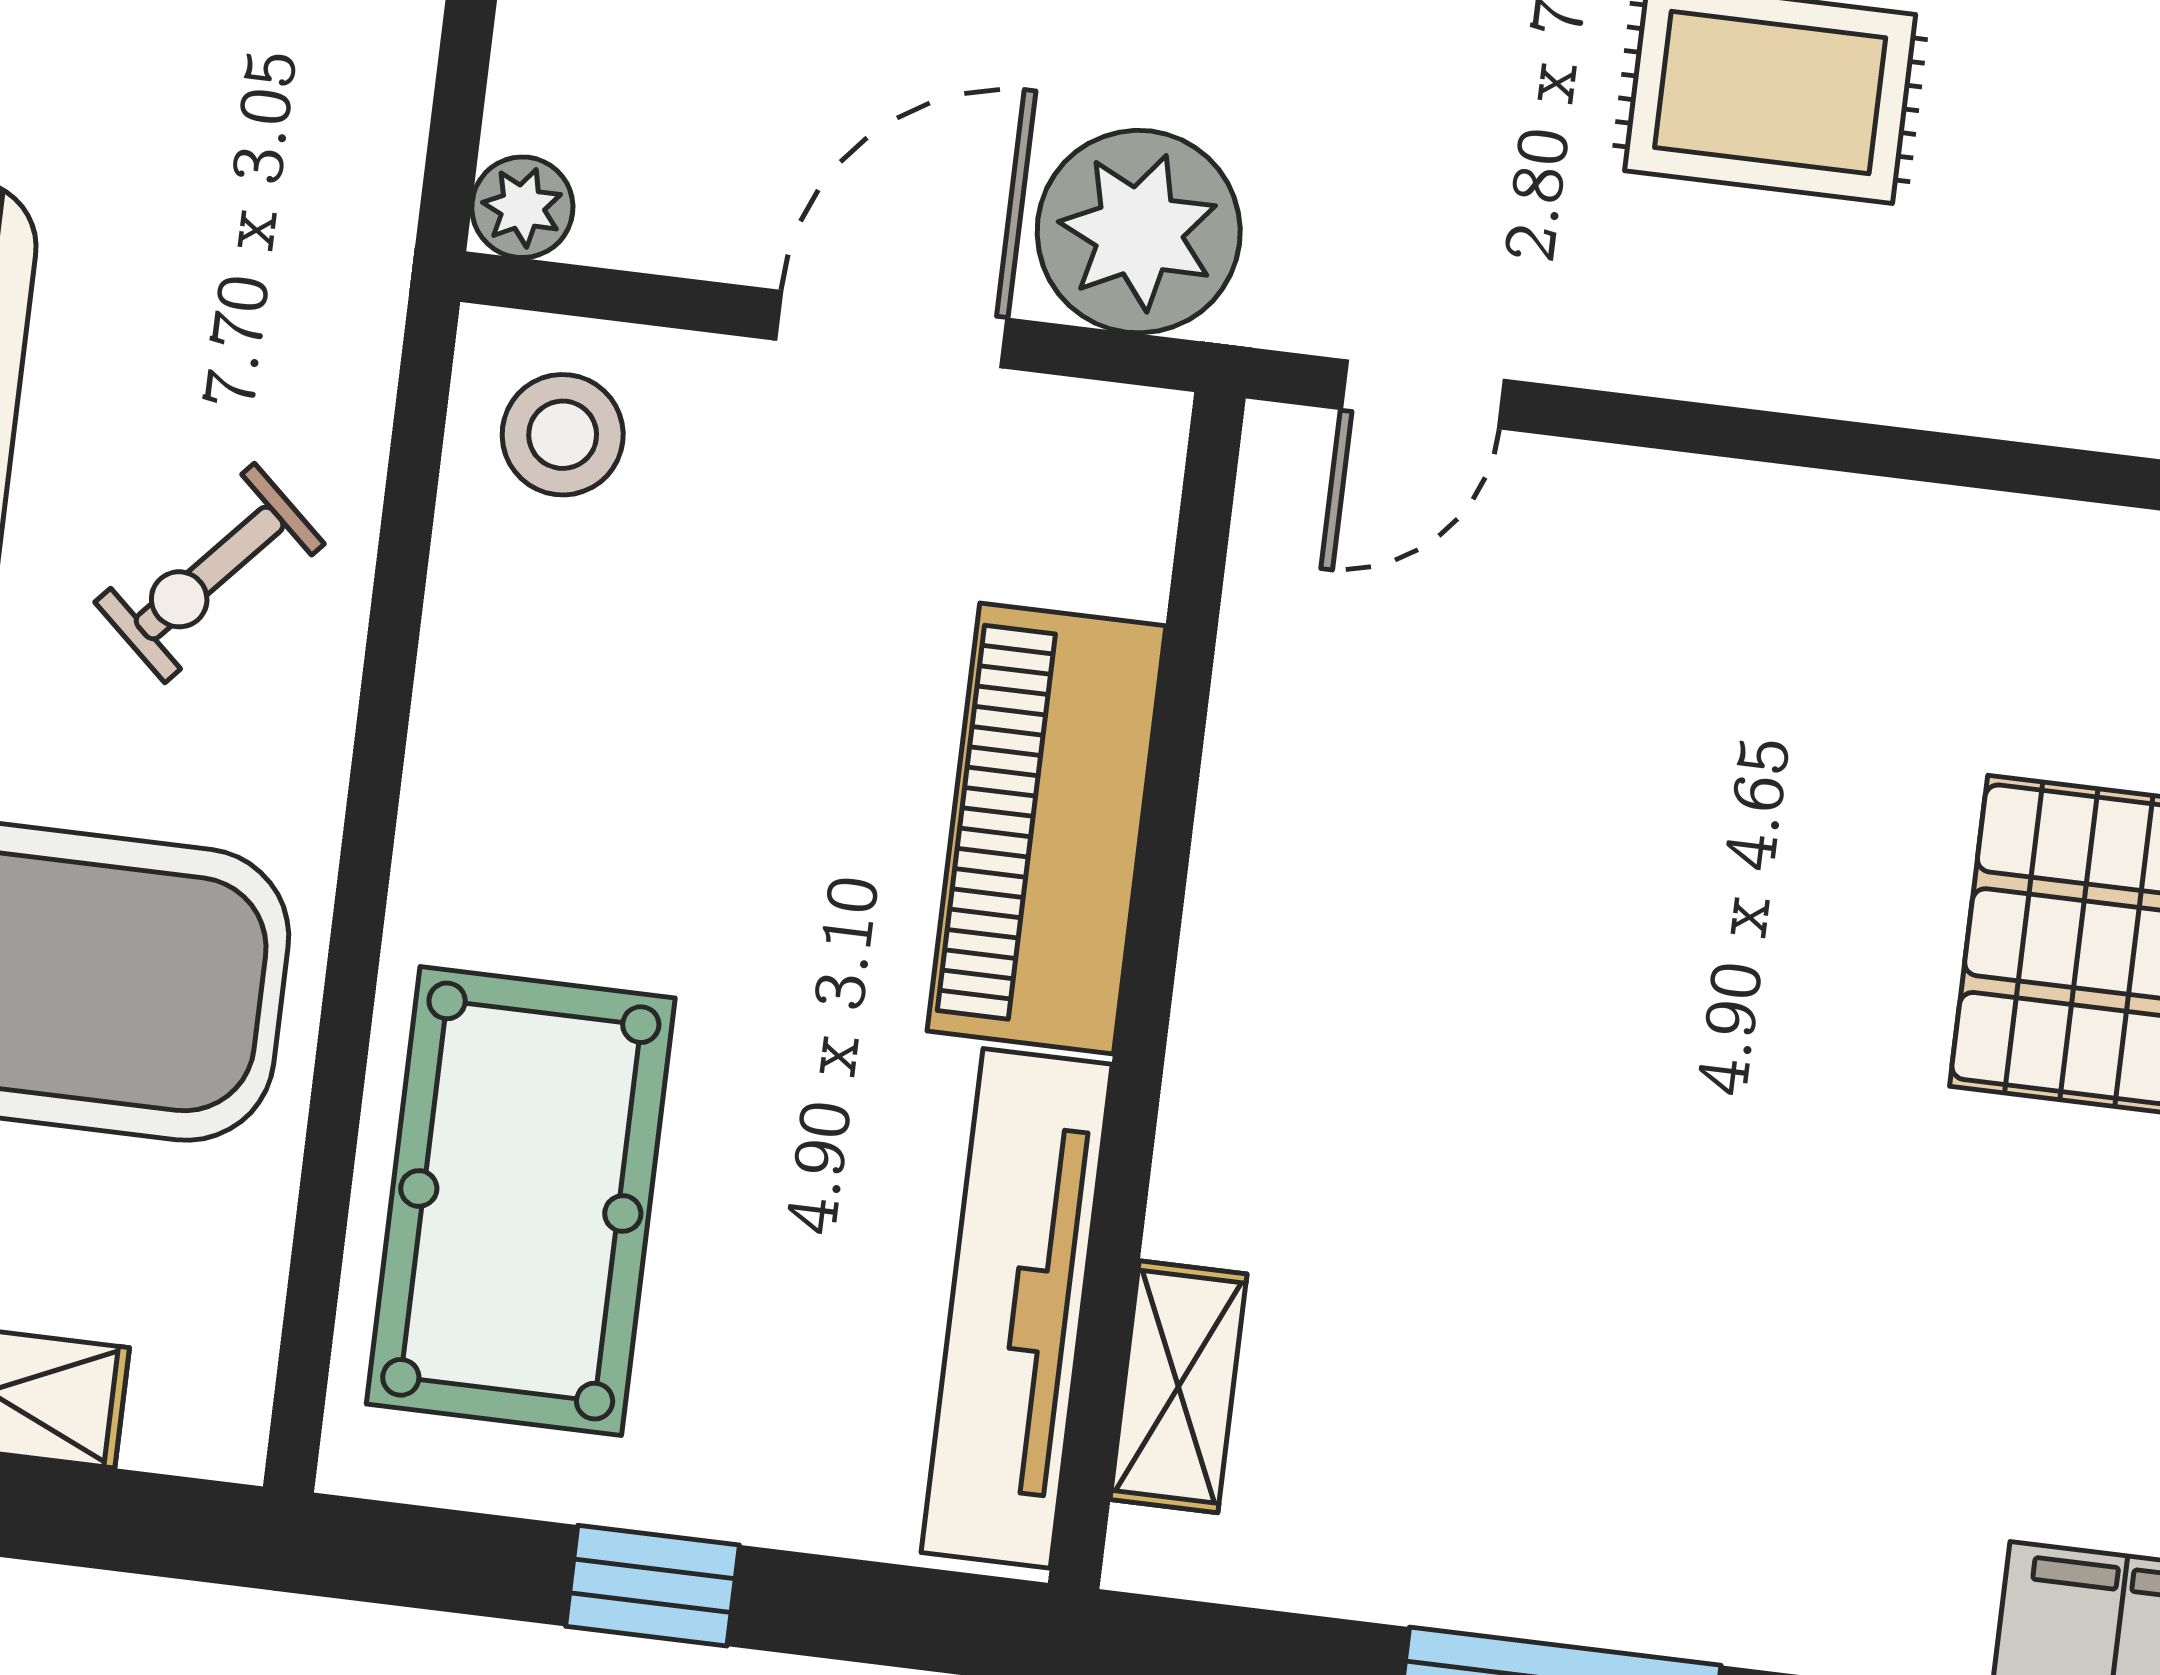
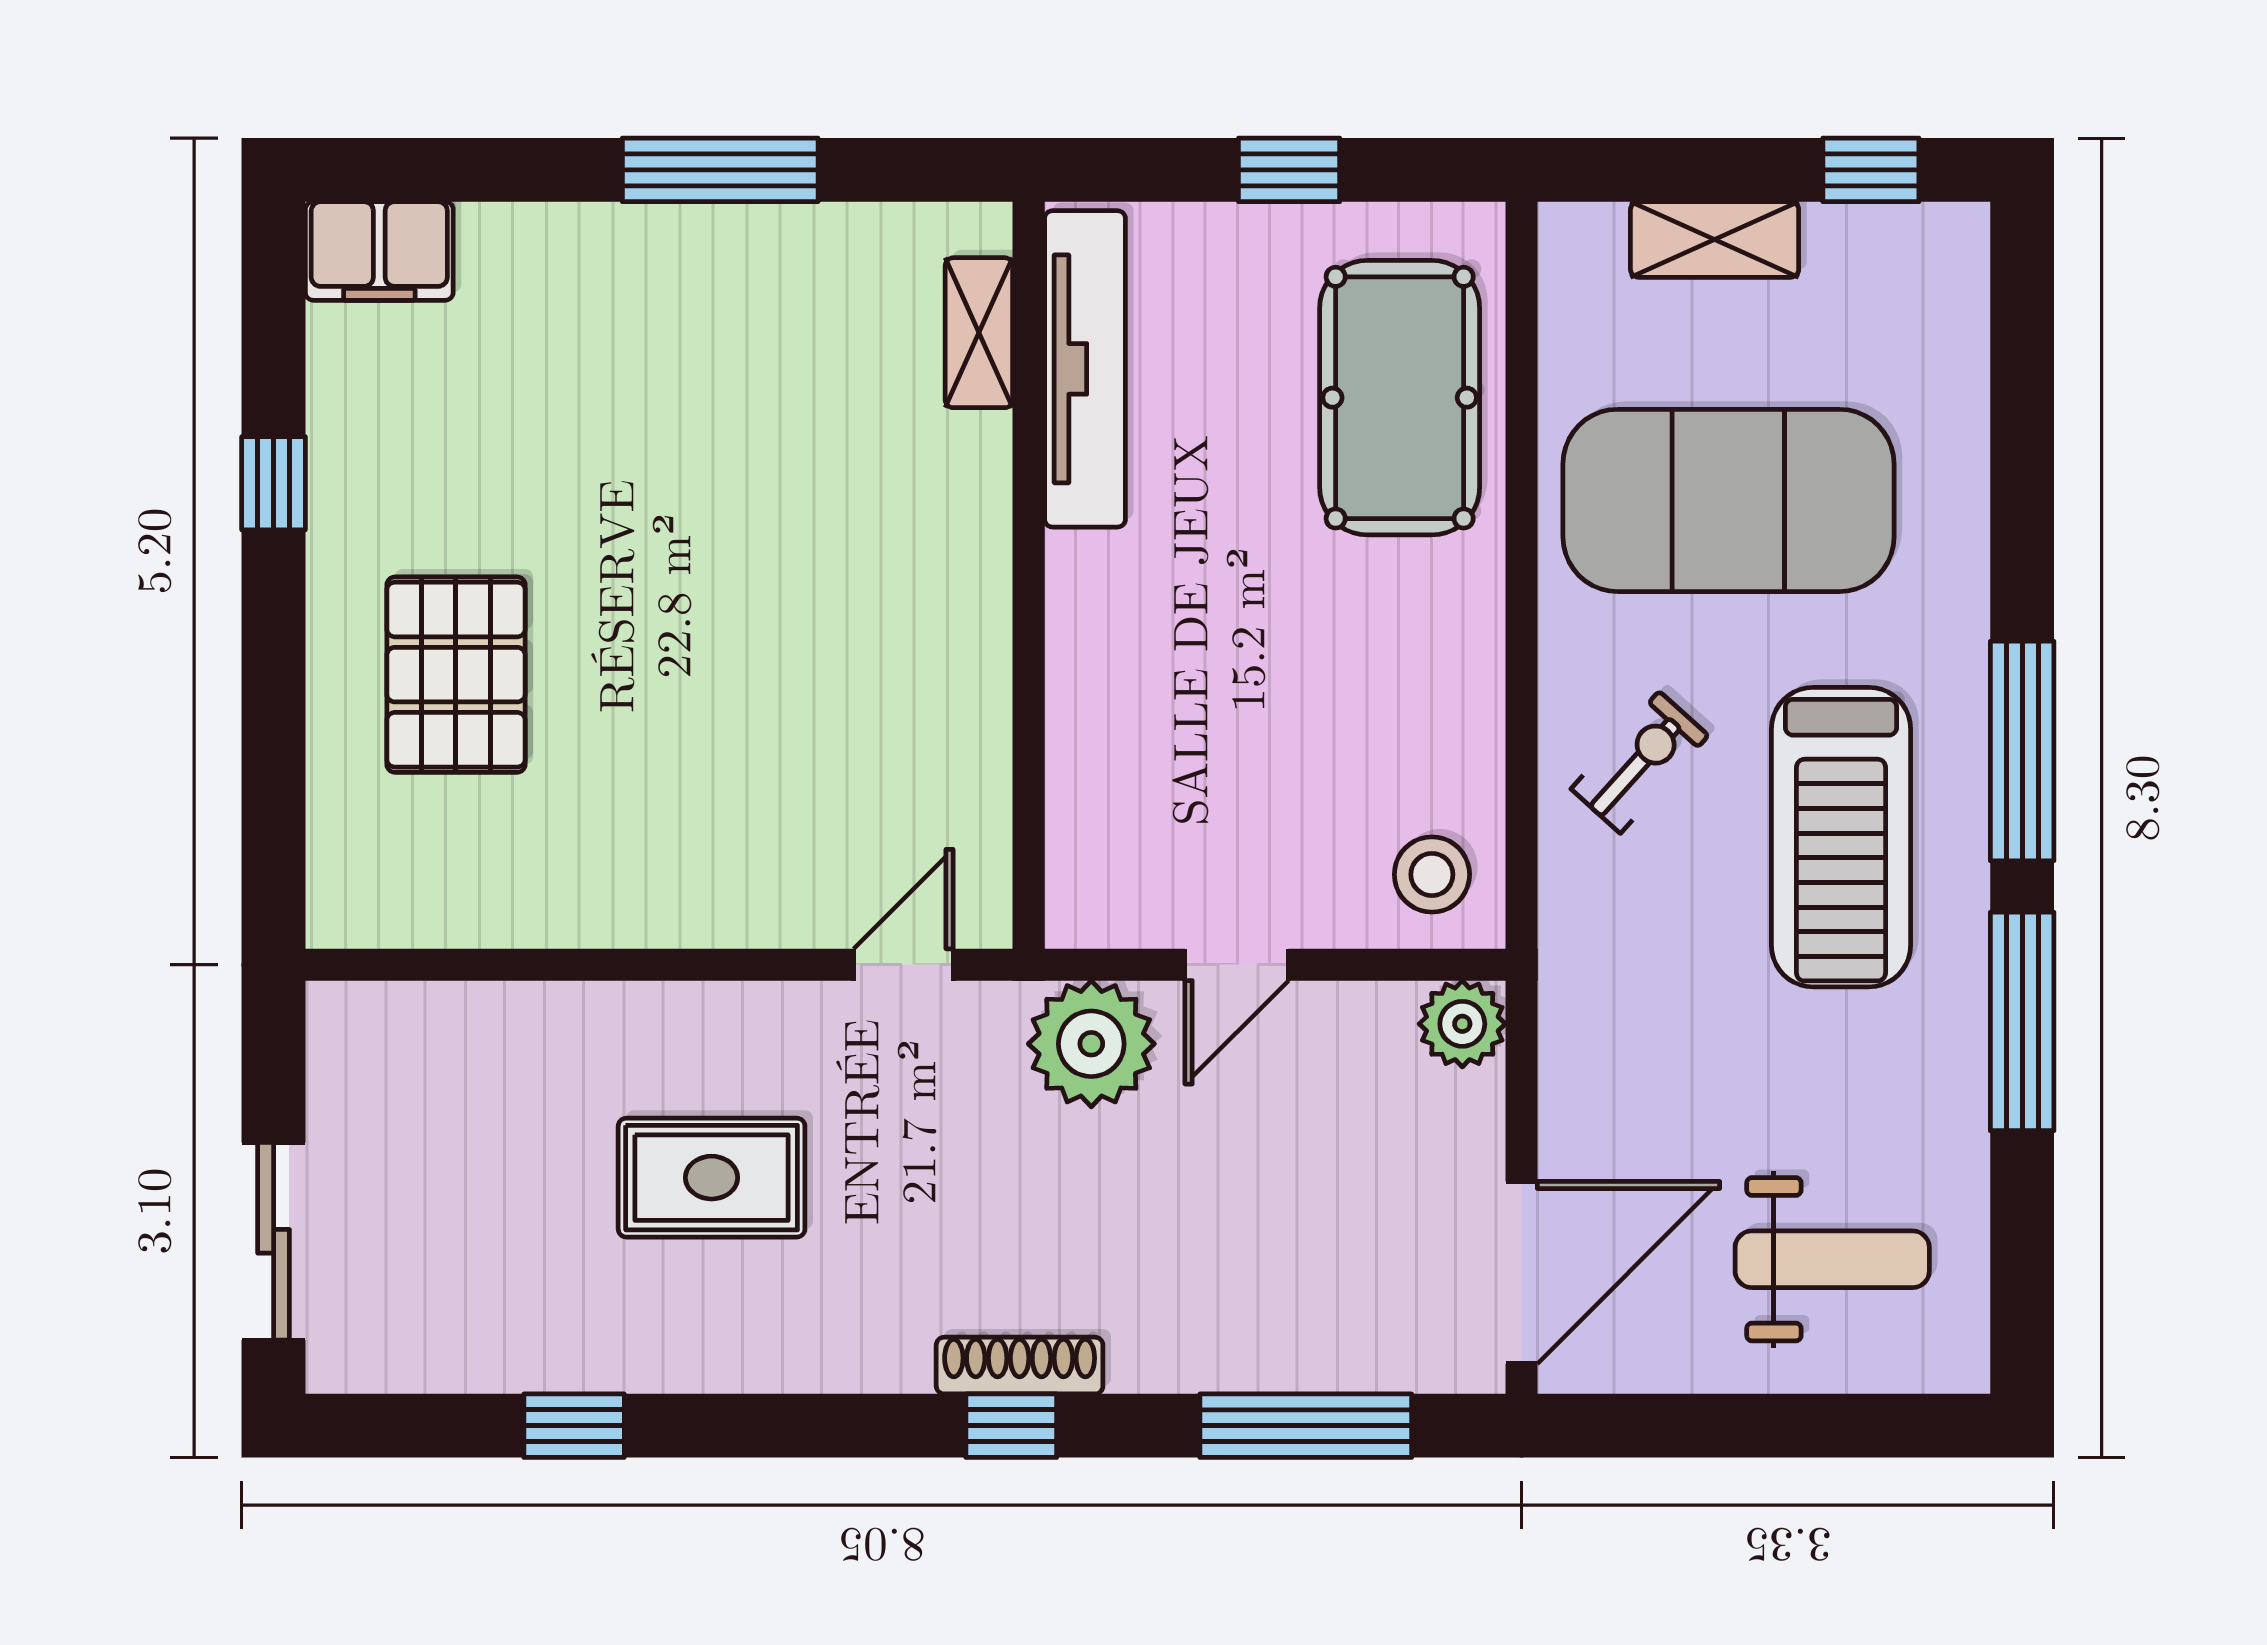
plant: (522, 207) -> (1462, 1024), width x1.38, depth x1.38
door: (891, 329) -> (1237, 965), width x0.73
piano: (1047, 828) -> (1103, 668), removed

